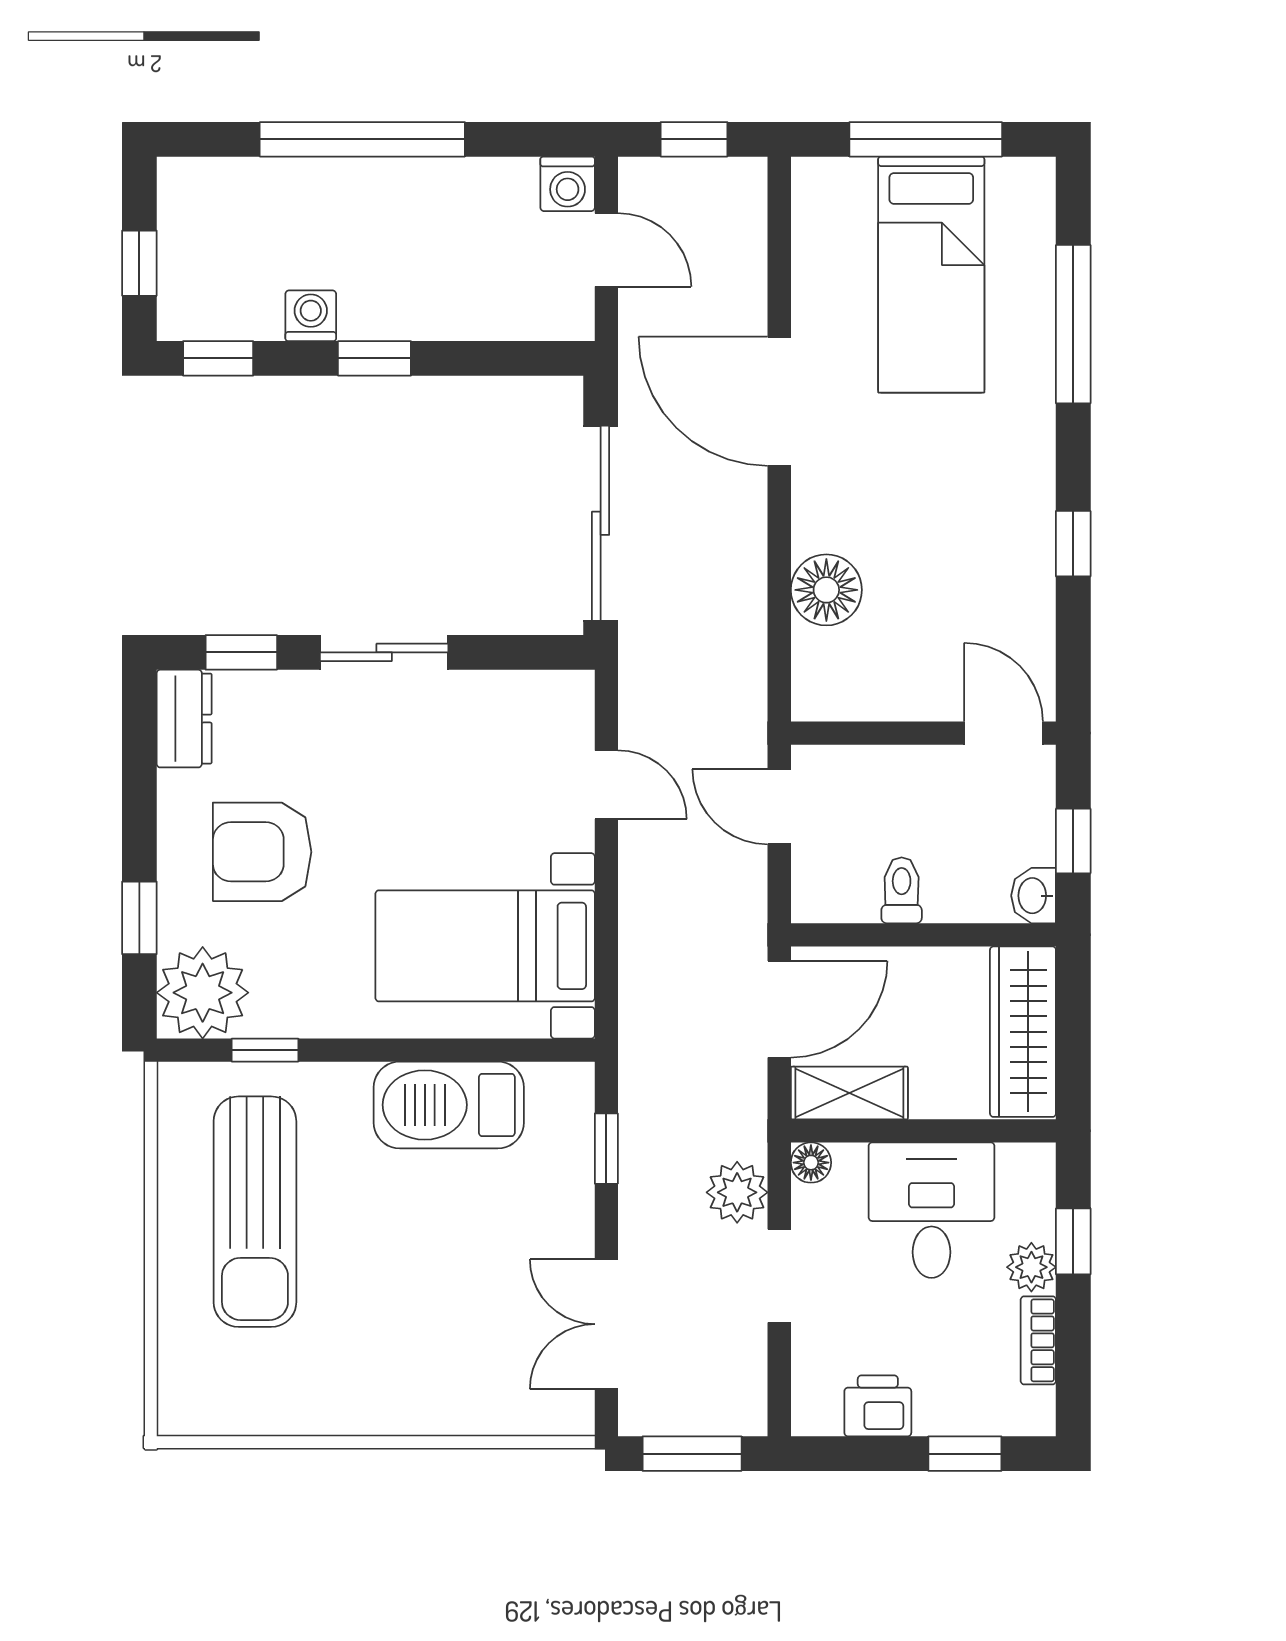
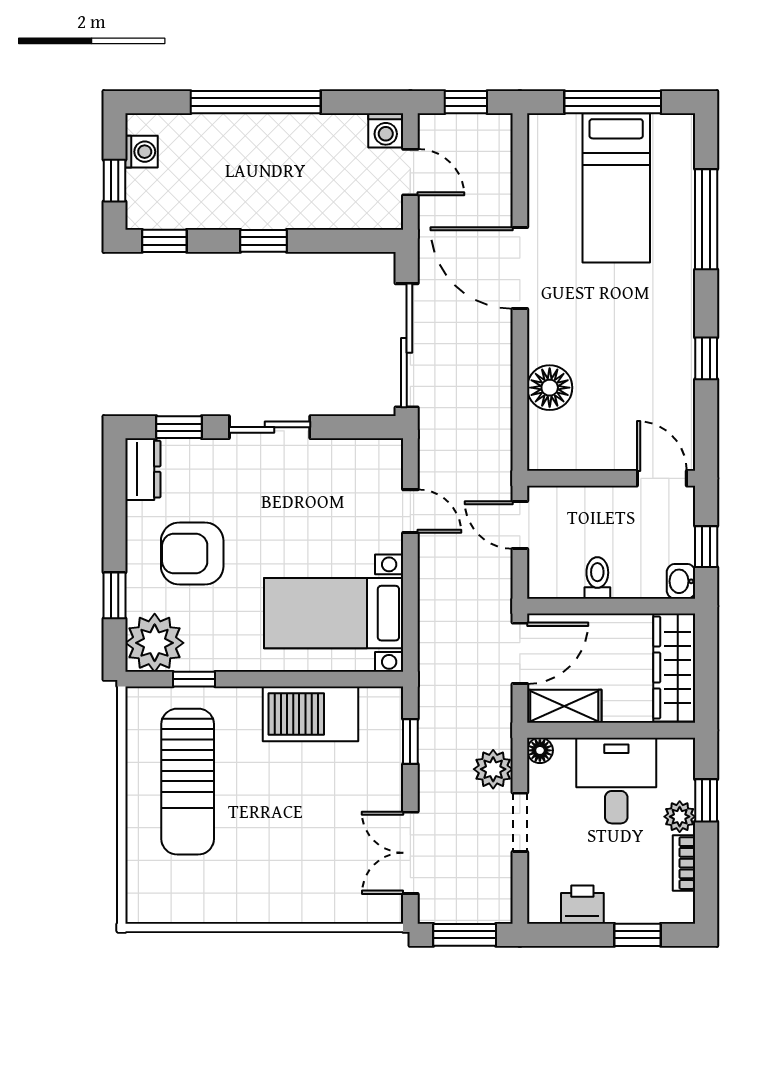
washing machine: (311, 316) -> (142, 152), moved, turned 90

